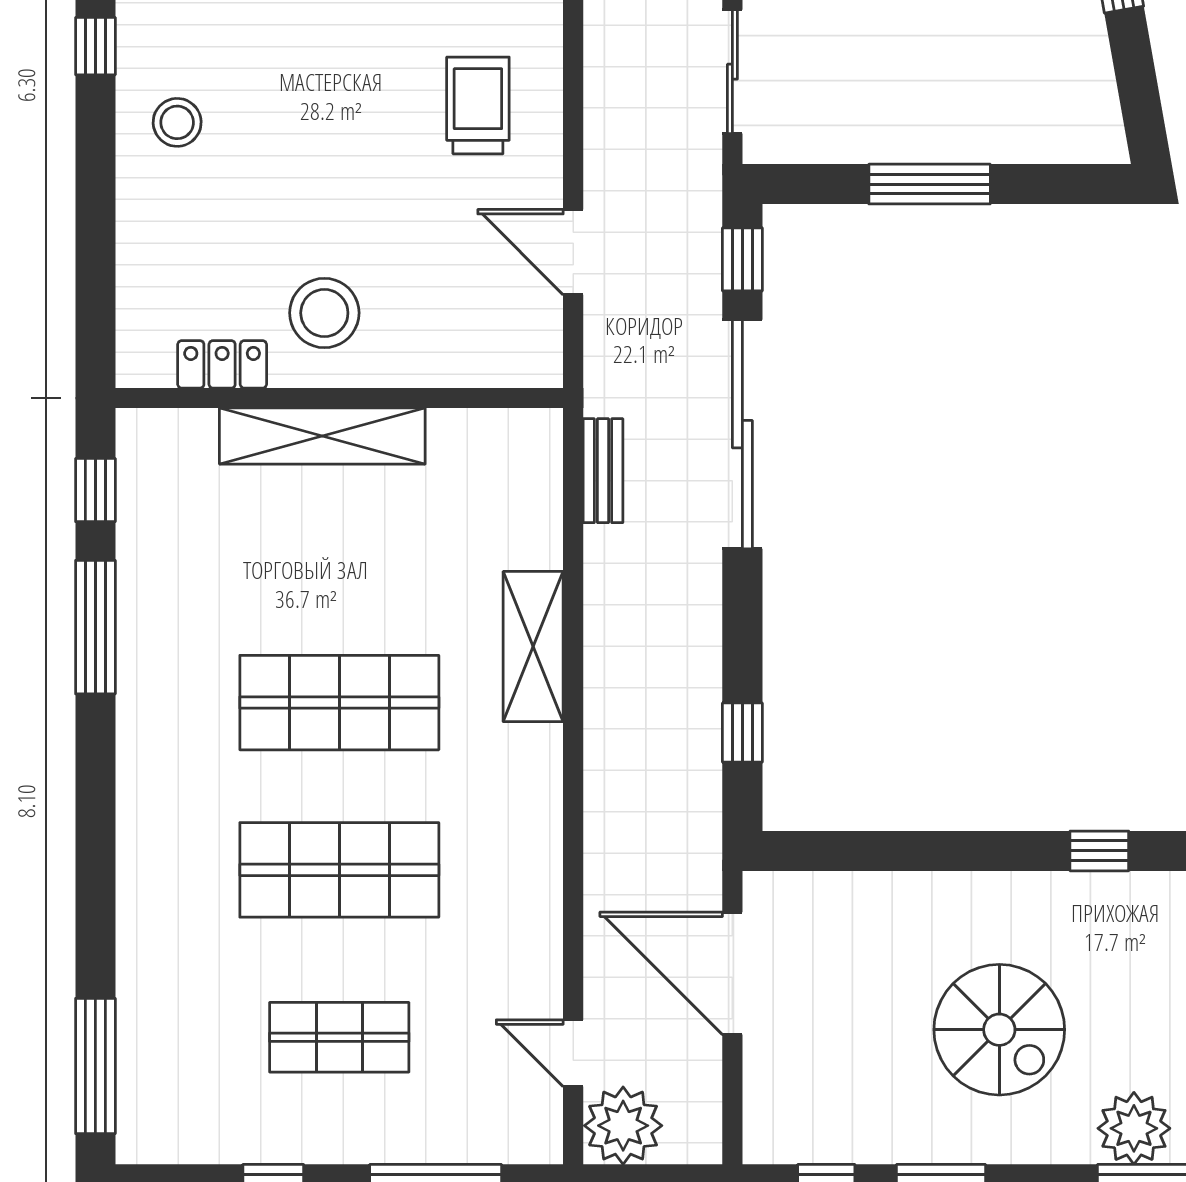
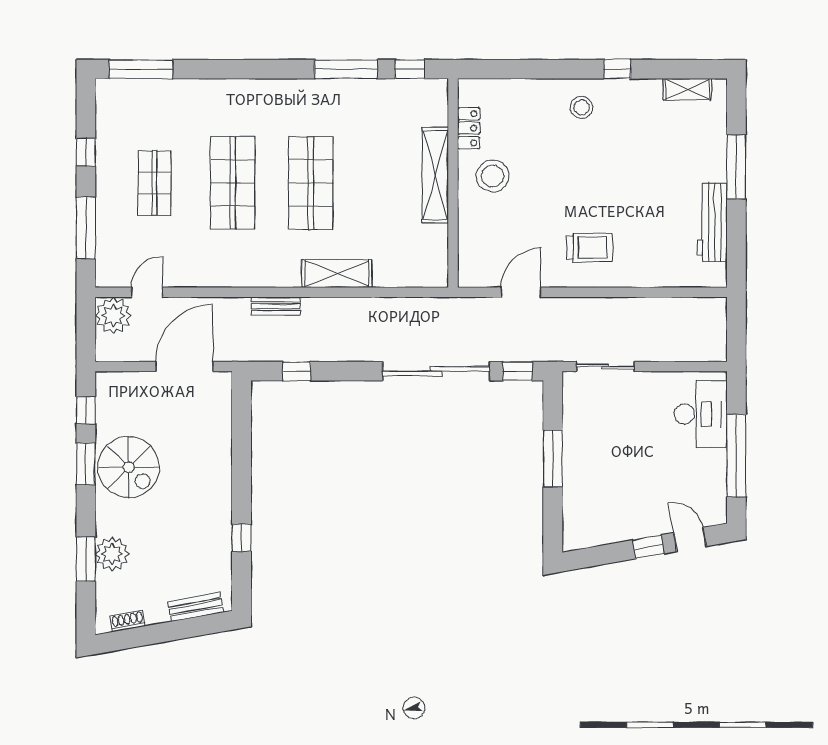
bench: (603, 471) -> (276, 306), moved
spiral stairs: (999, 1030) -> (129, 467), moved, turned -90

